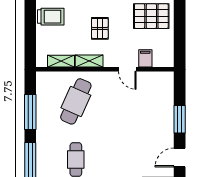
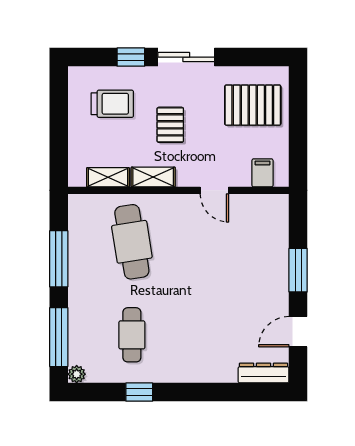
trolley: (51, 17) -> (112, 104), moved
filing cabinet: (145, 58) -> (262, 173), moved
cafe table: (76, 101) -> (132, 242), turned -33

